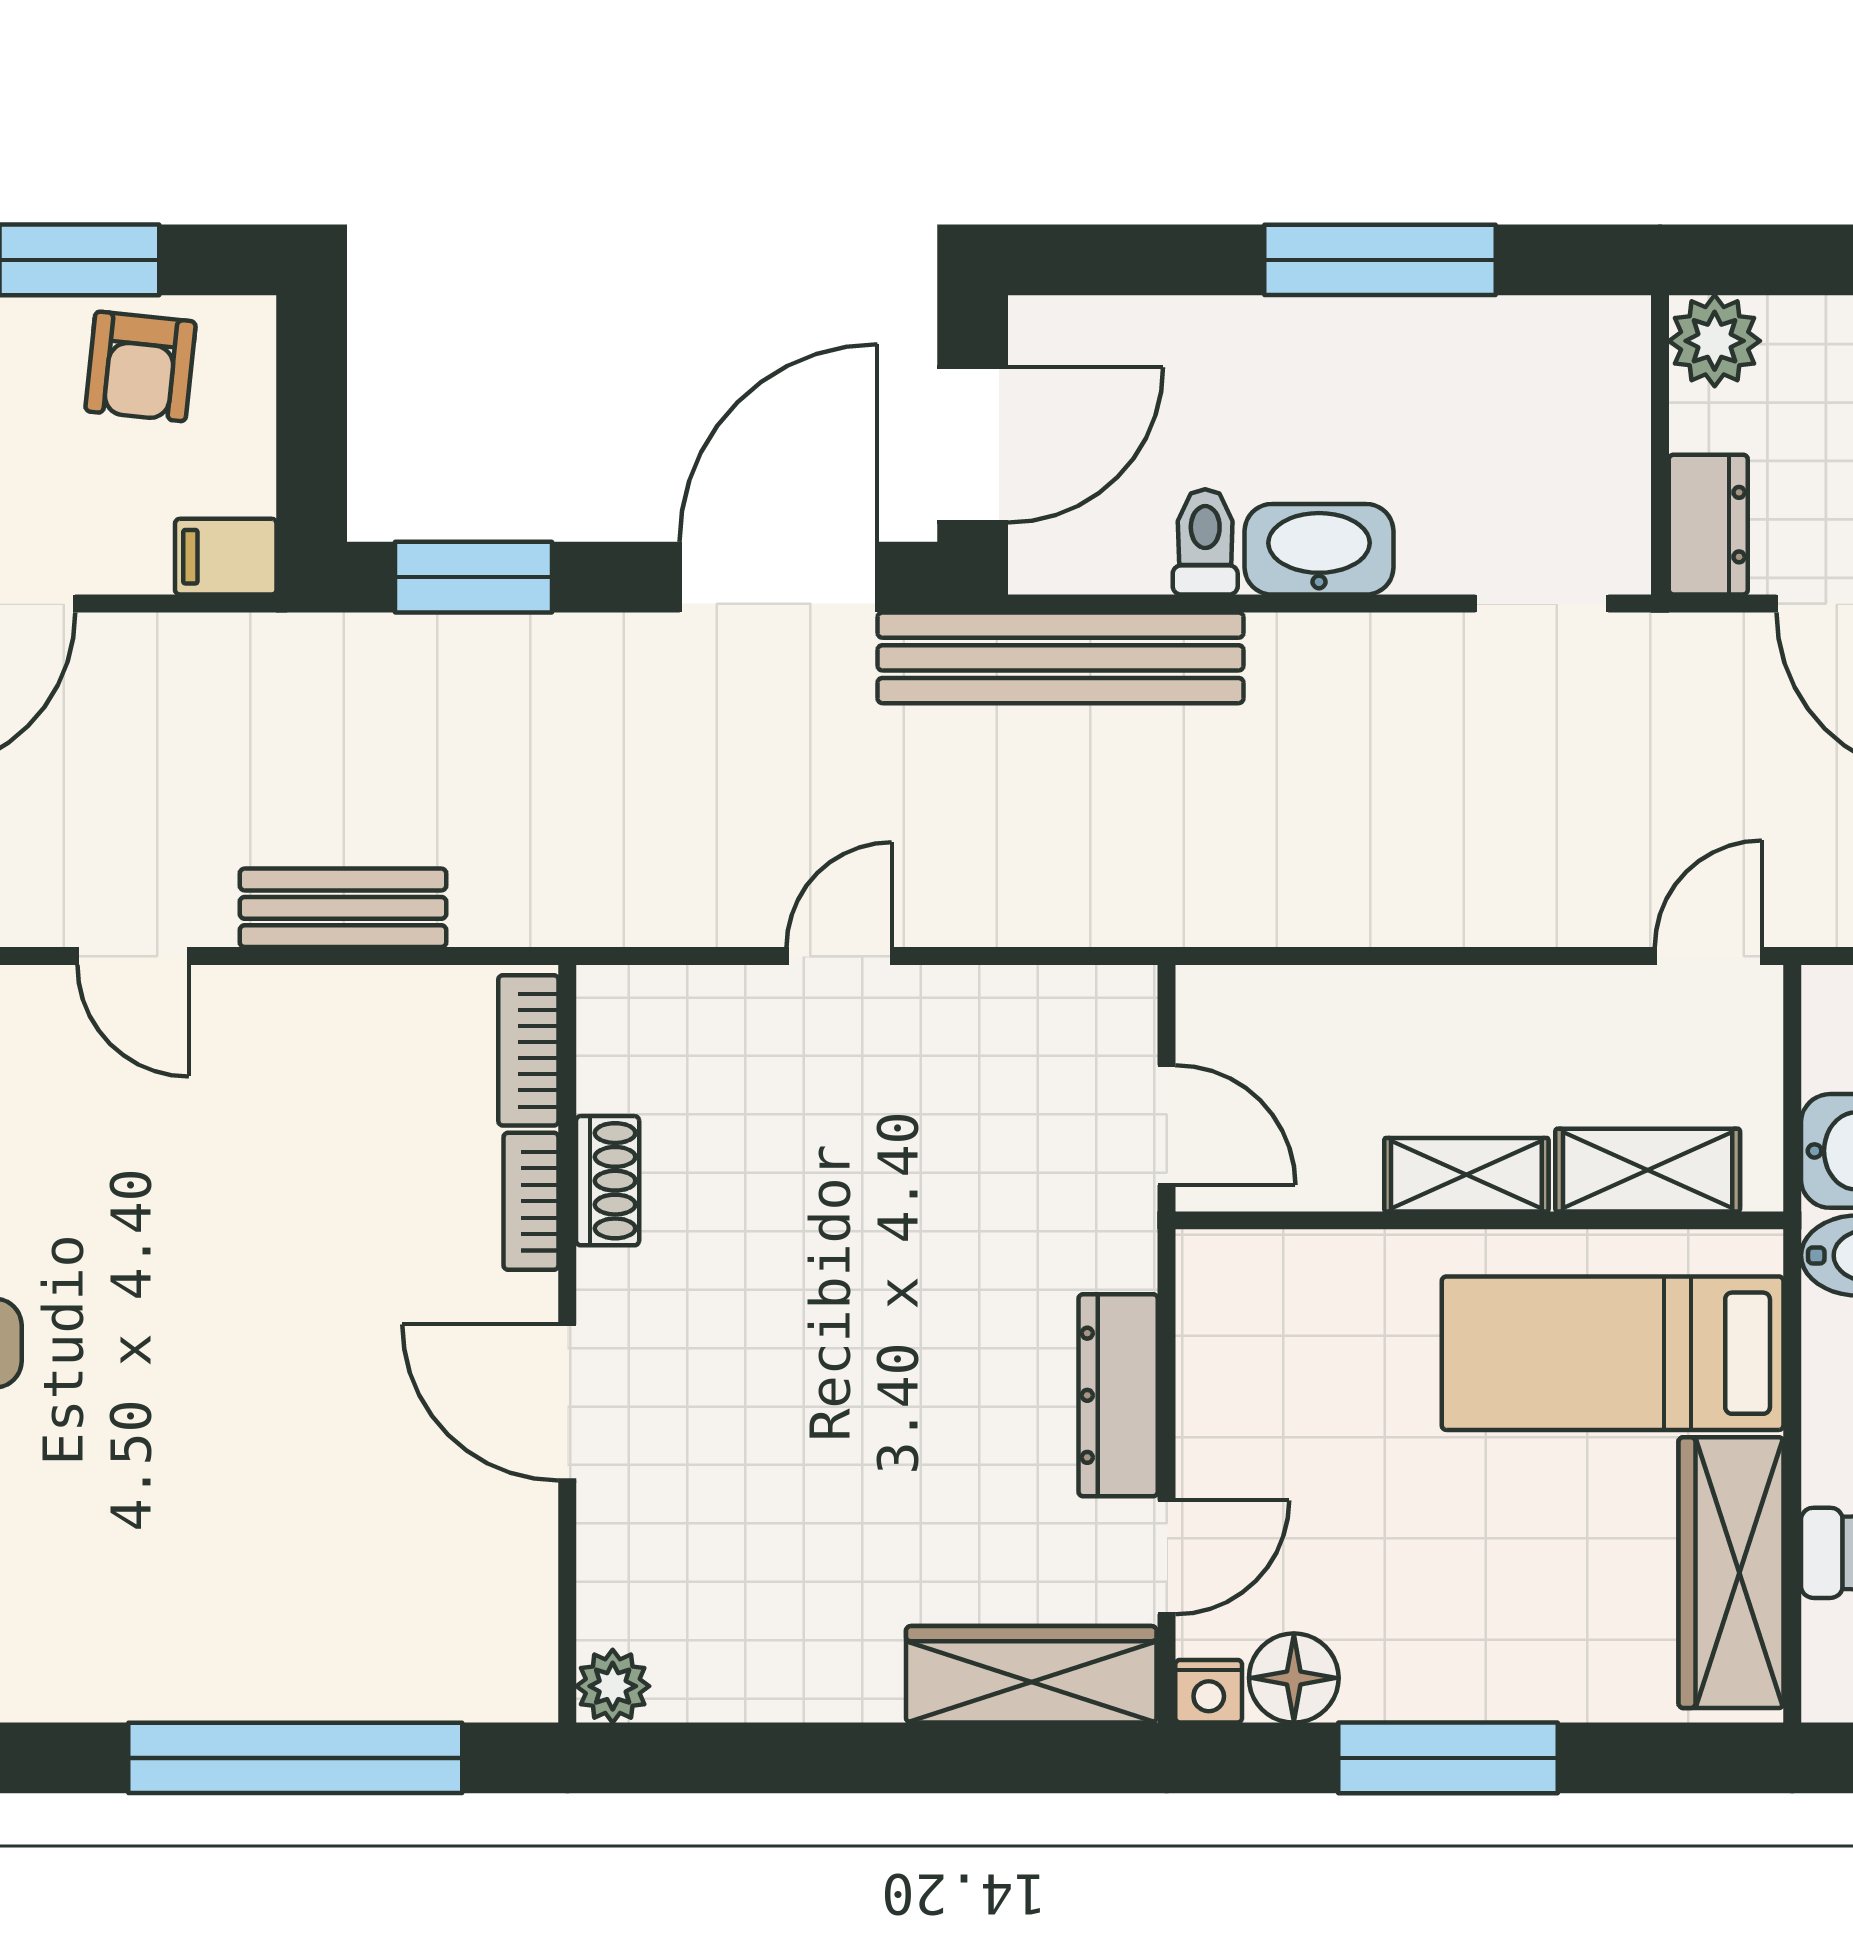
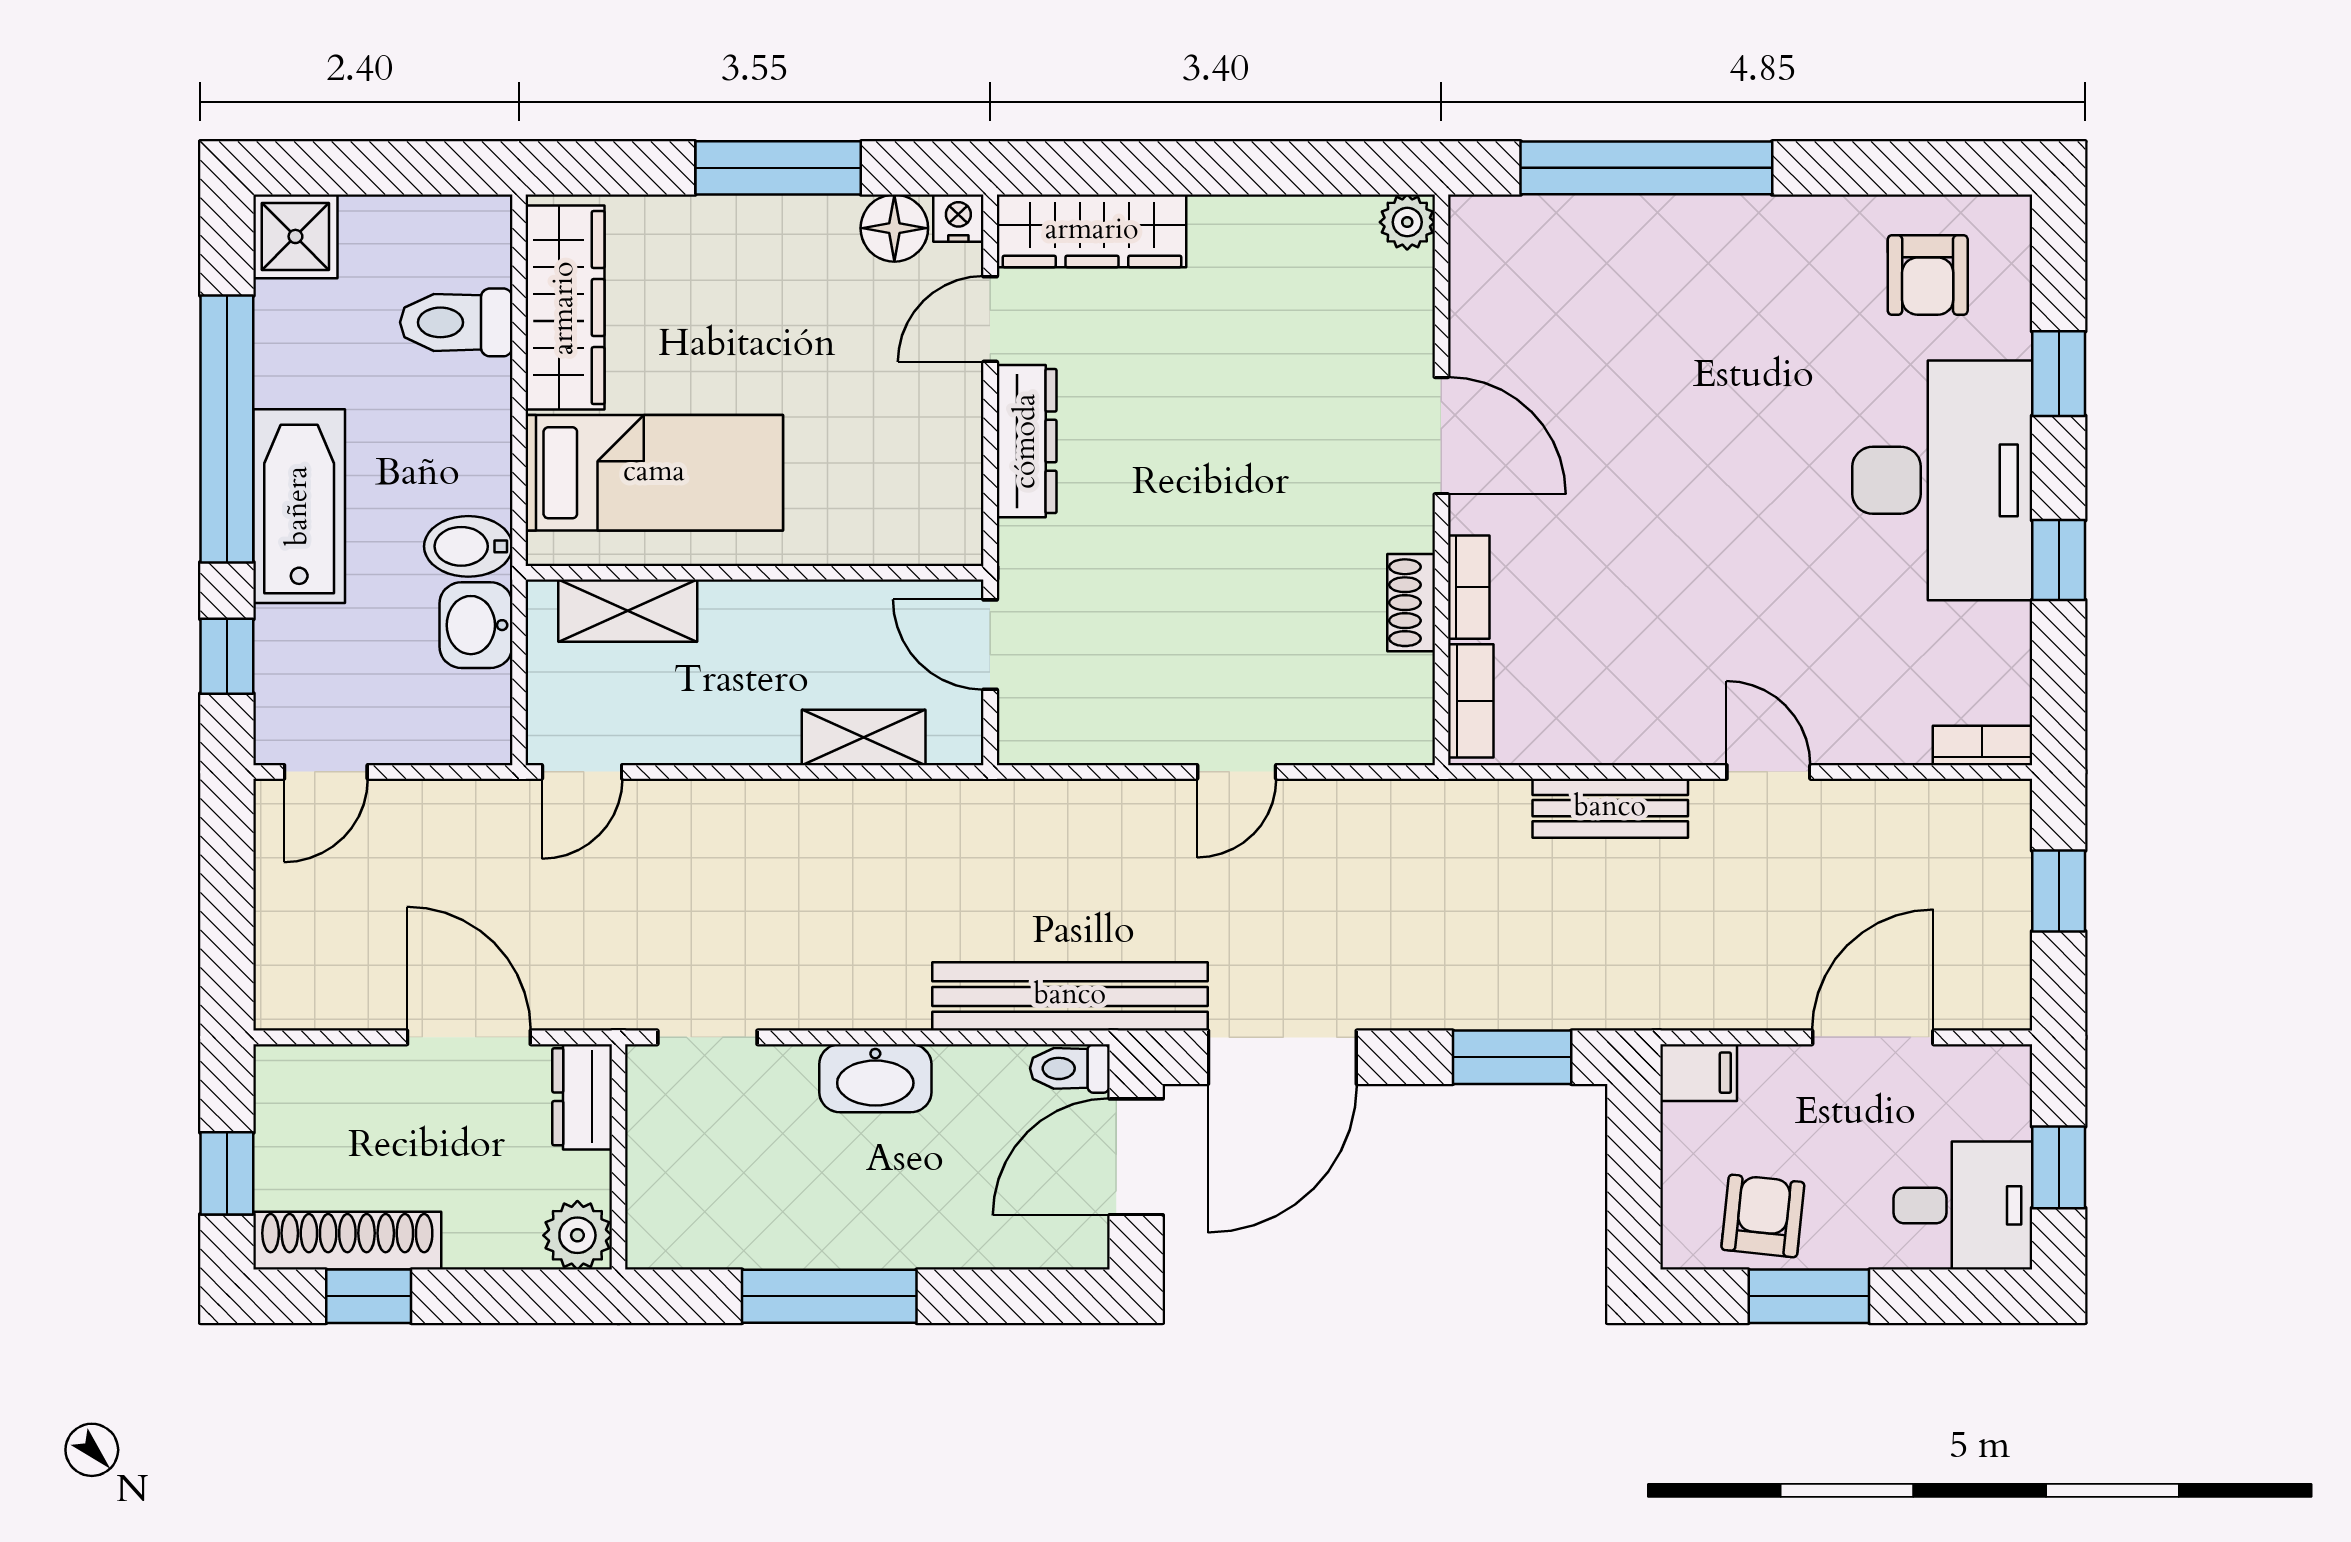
toilet: (1205, 542) -> (1070, 1068), moved, turned 90
shelving: (1466, 1175) -> (864, 737), moved

